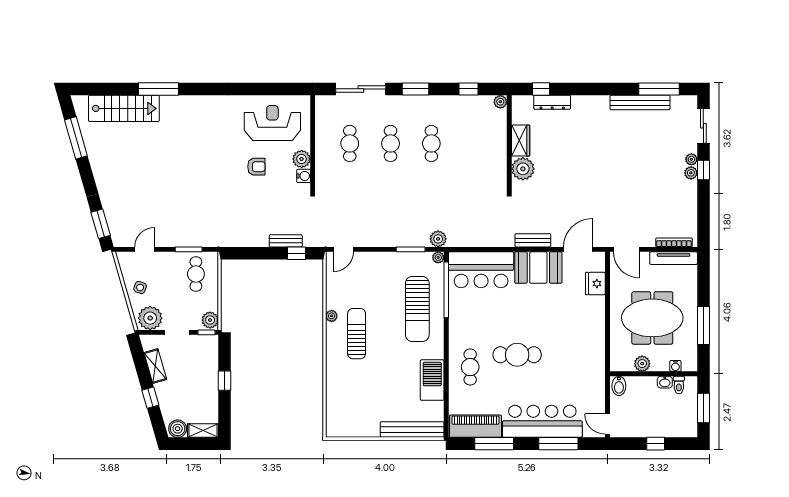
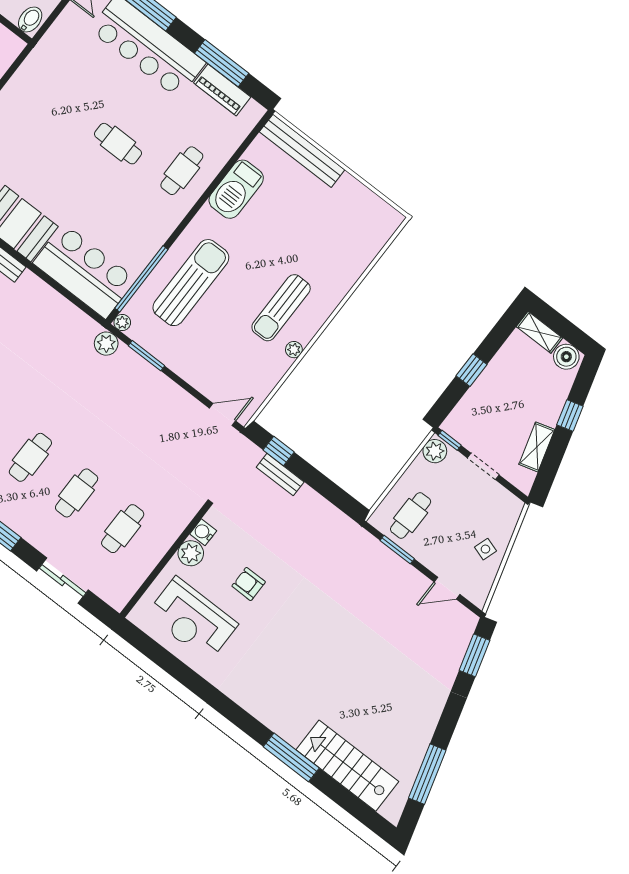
sliding door: (361, 89) -> (63, 581), width x0.73
plant: (150, 318) -> (501, 506), removed
cafe table: (517, 355) -> (118, 144), width x0.73, depth x0.74
piano: (475, 426) -> (222, 90), width x0.73, depth x0.75

